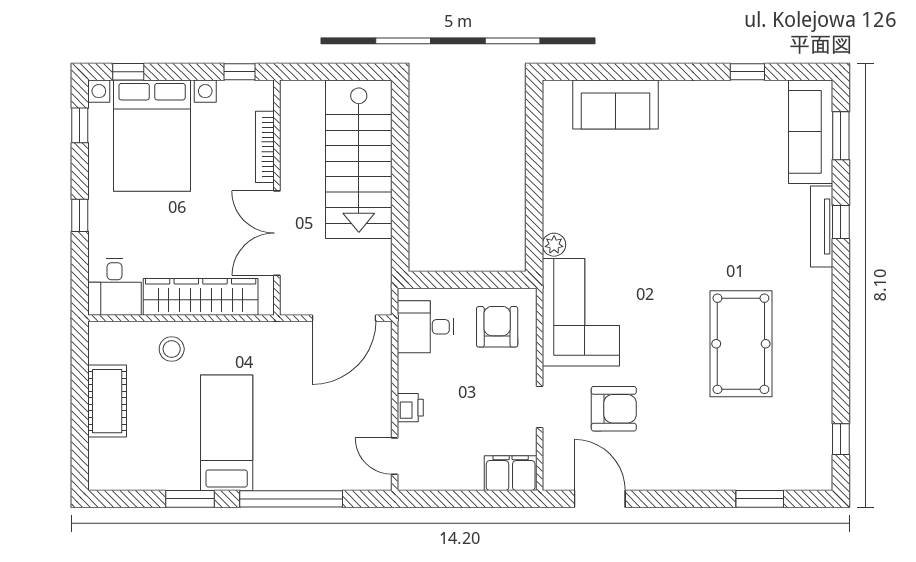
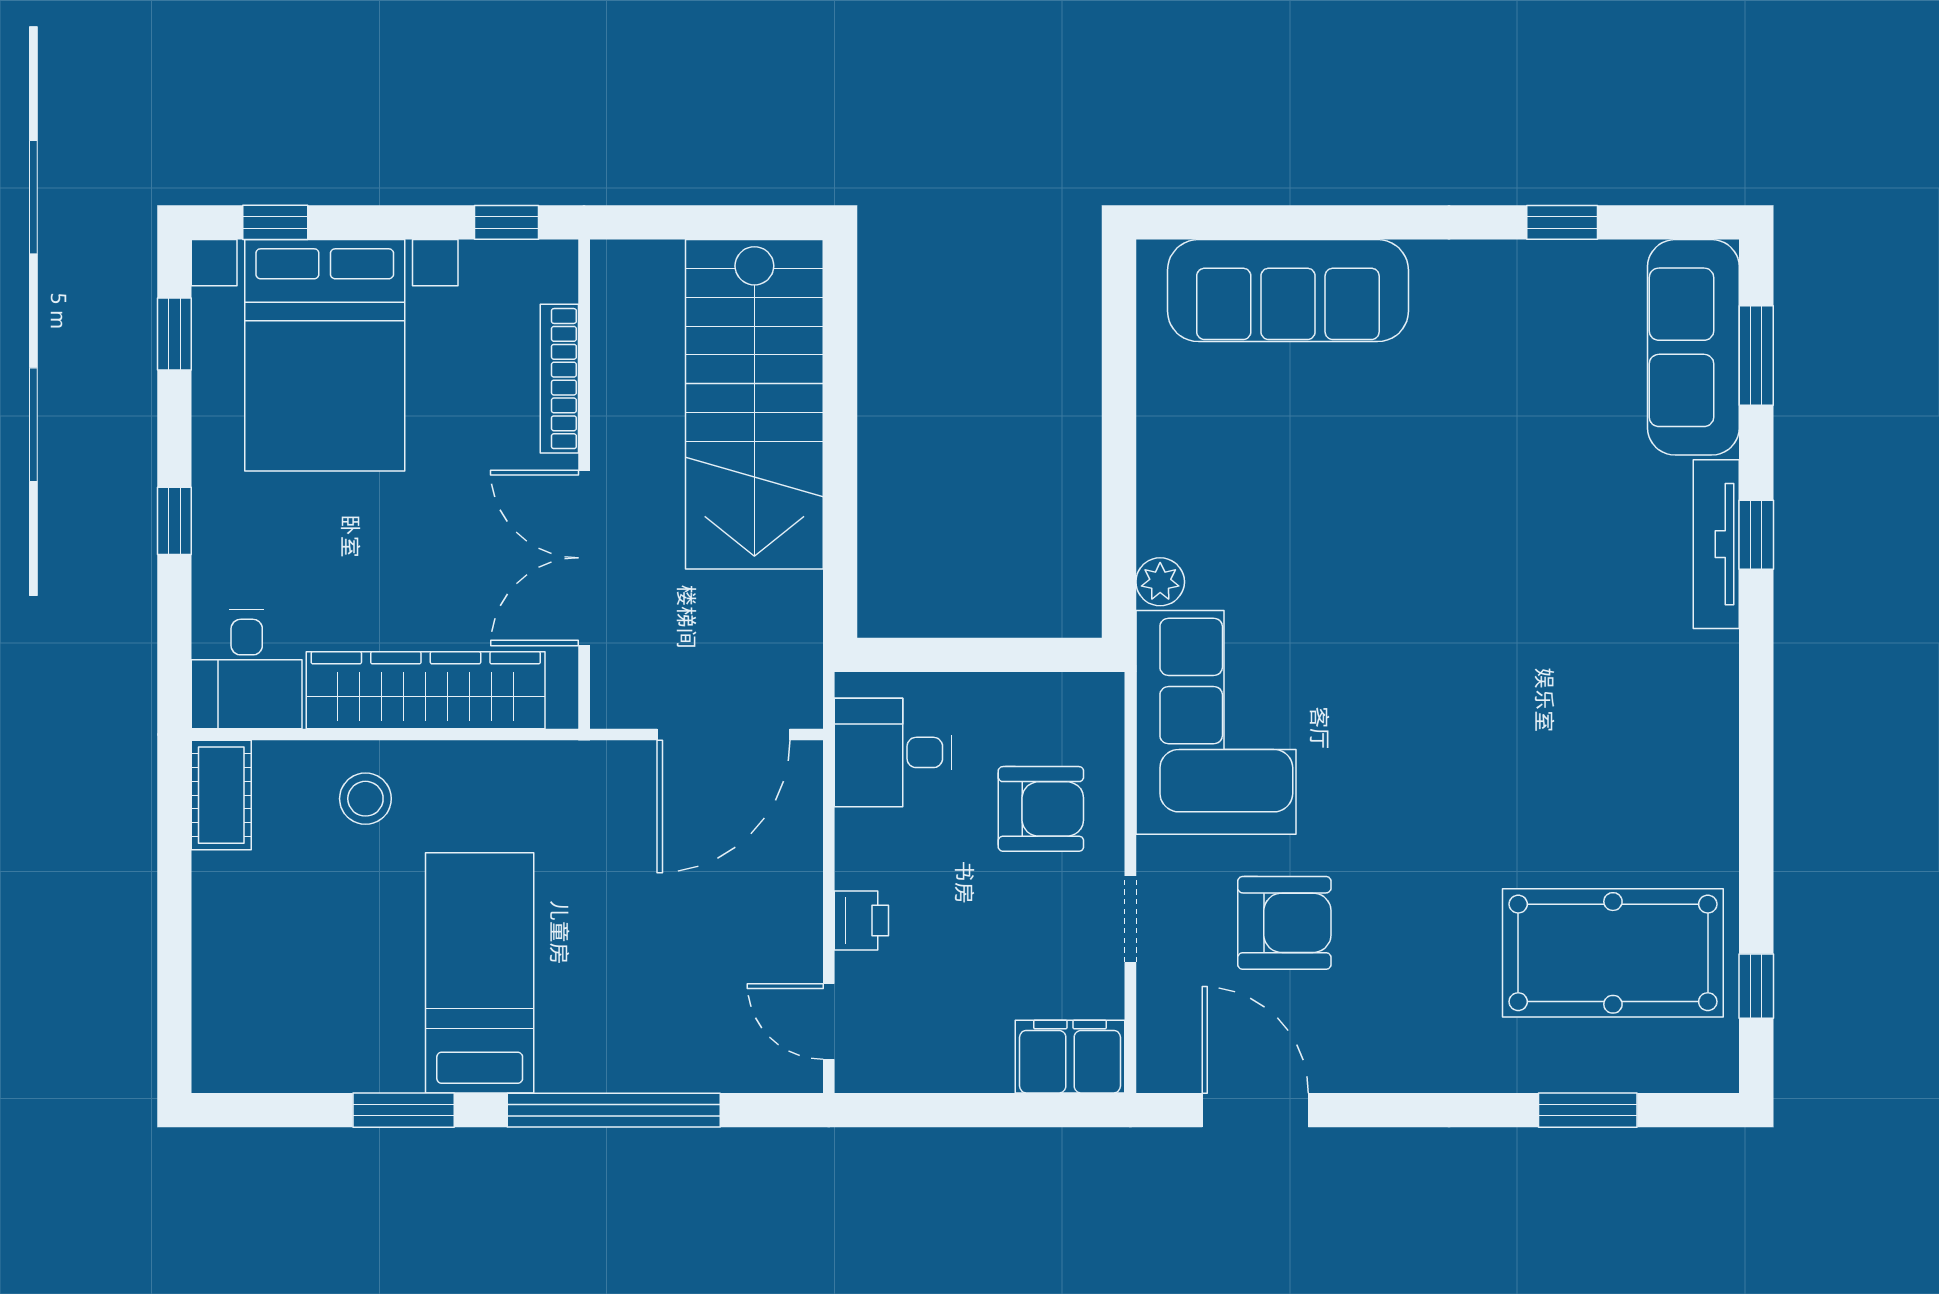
sofa: (615, 105) -> (1288, 291), width x1.36
armchair: (497, 327) -> (1041, 809), moved, turned 90
pool table: (741, 344) -> (1613, 953), moved, turned 90
cot: (107, 401) -> (221, 795), moved, width x0.73, depth x0.75

